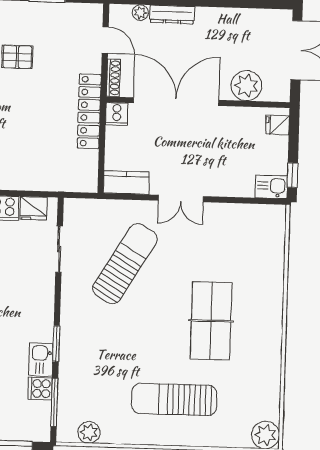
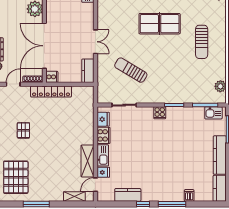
sun lounger: (125, 264) -> (131, 70), width x0.73, depth x0.75
kitchen sink: (41, 360) -> (213, 113), moved
cooker: (40, 389) -> (160, 113), moved
sun lounger: (174, 399) -> (202, 42), width x0.73, depth x0.75

